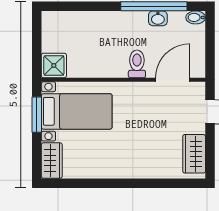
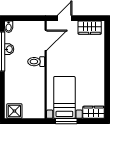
shower: (54, 65) -> (14, 111), moved
door: (173, 80) -> (46, 40), swing flipped

